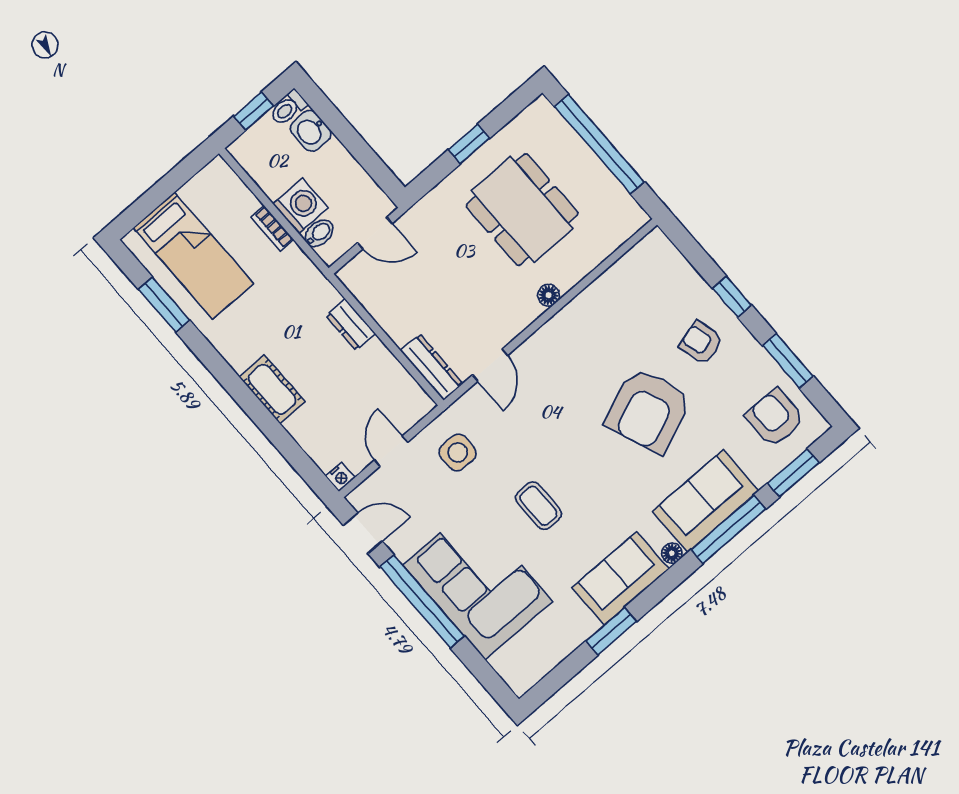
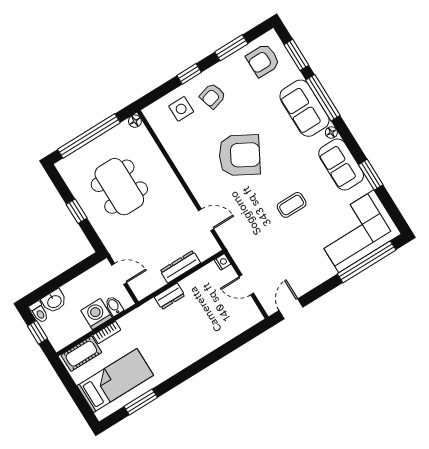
dining table: (522, 210) -> (119, 187), turned 90
door: (375, 233) -> (119, 274), hinge flipped
floor lamp: (548, 295) -> (135, 121), moved
dresser: (432, 367) -> (180, 267), moved
cot: (272, 389) -> (81, 354), moved
armchair: (648, 410) -> (240, 155), moved, turned -39
side table: (458, 452) -> (181, 109), moved
nightstand: (340, 477) -> (223, 262), moved
corner sofa: (478, 583) -> (356, 231), moved
window: (422, 601) -> (367, 262), moved

